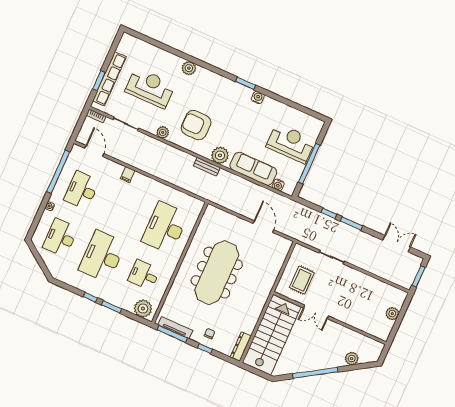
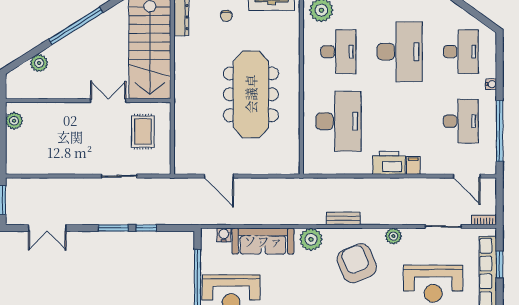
armchair: (196, 125) -> (357, 263), turned -114
bench: (207, 167) -> (343, 218), moved
printer: (143, 184) -> (389, 163), added
desk: (144, 275) -> (338, 52), width x1.37
plant: (392, 314) -> (14, 121), moved

